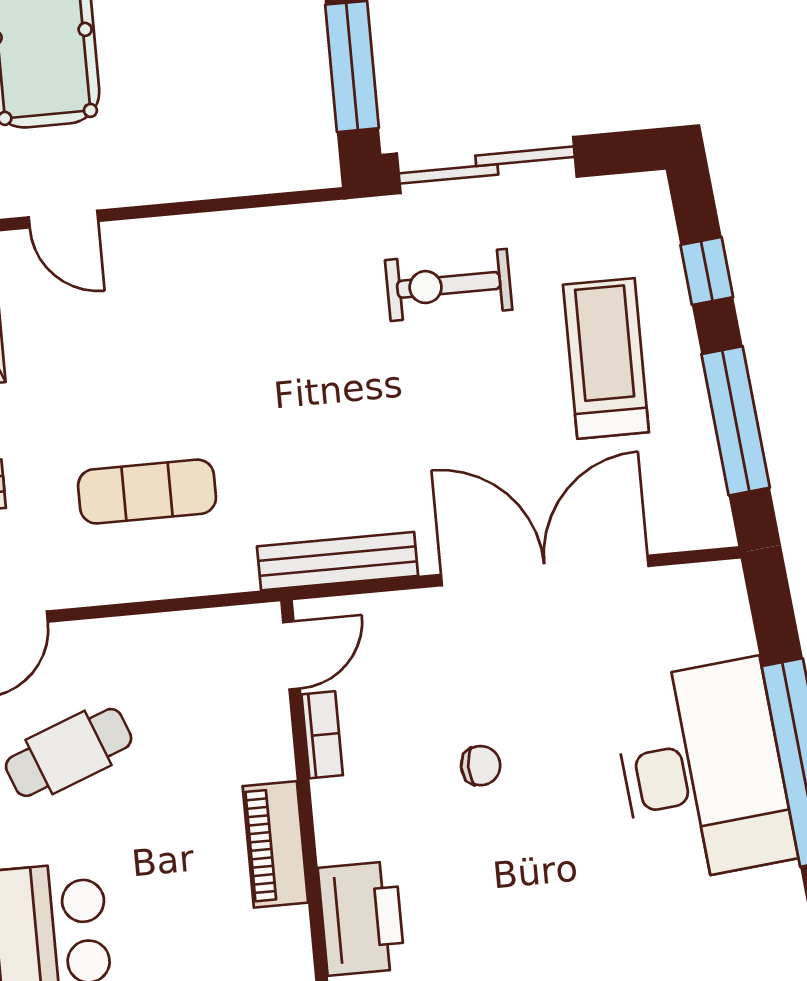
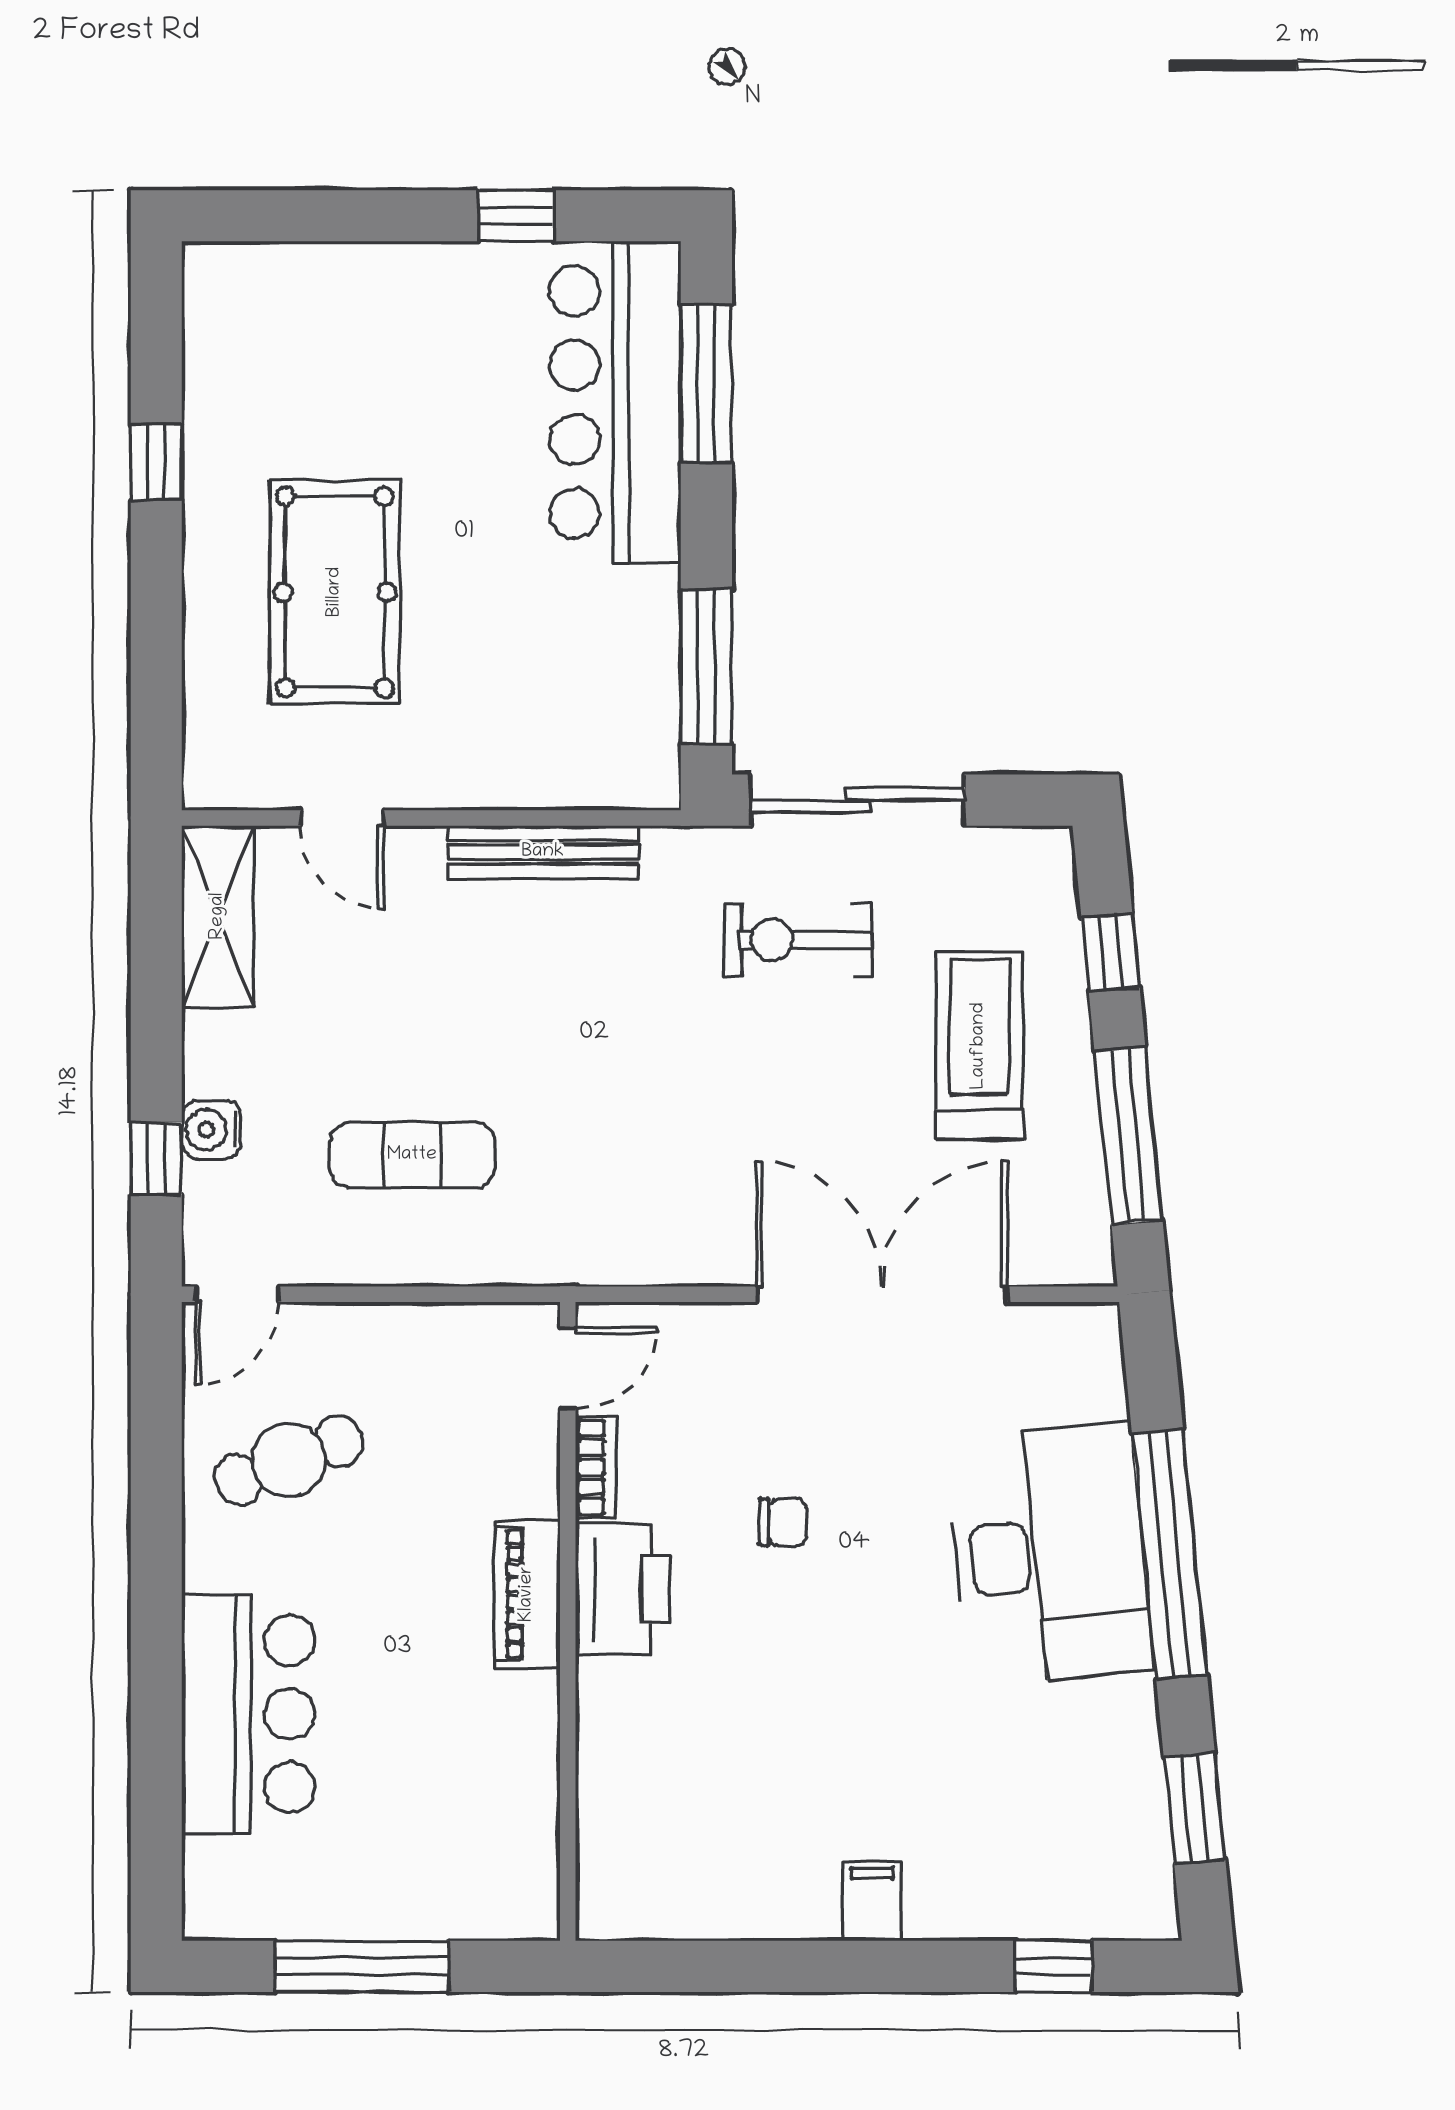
bench: (338, 561) -> (543, 852), moved
printer: (361, 918) -> (623, 1589), moved

